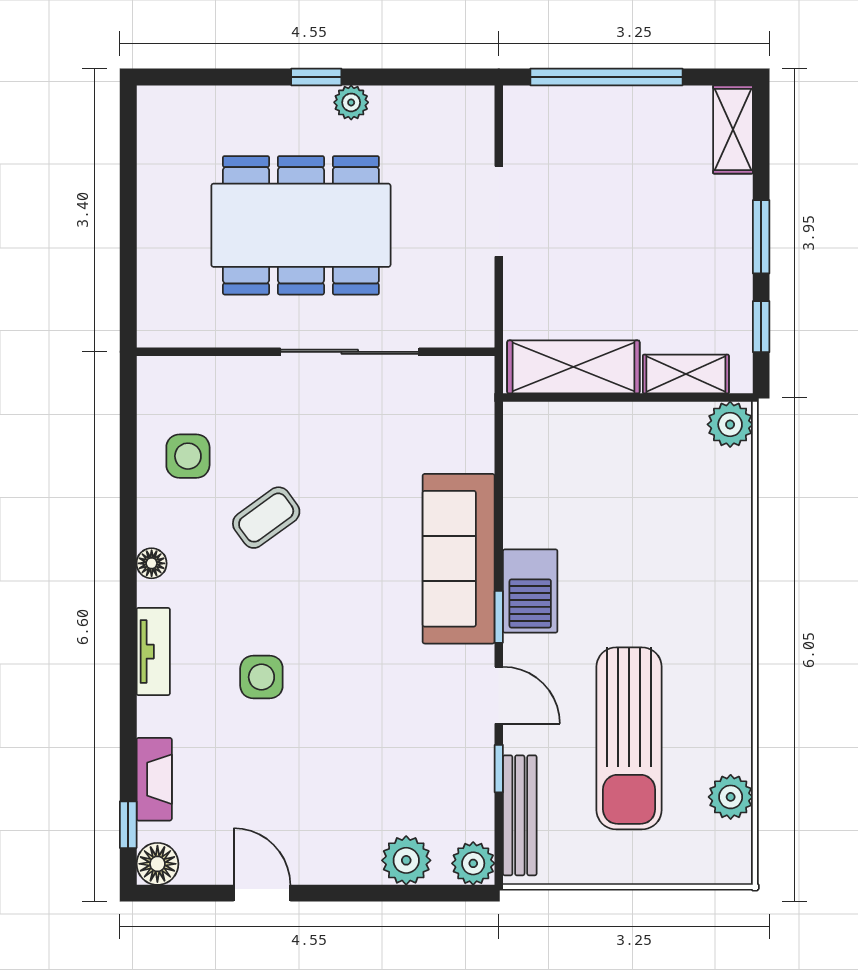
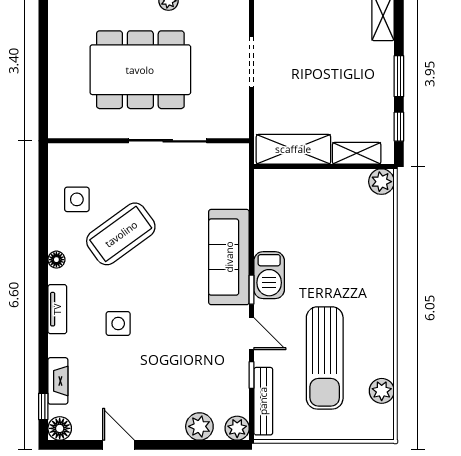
coffee table: (266, 518) -> (121, 234), width x1.86, depth x1.72

